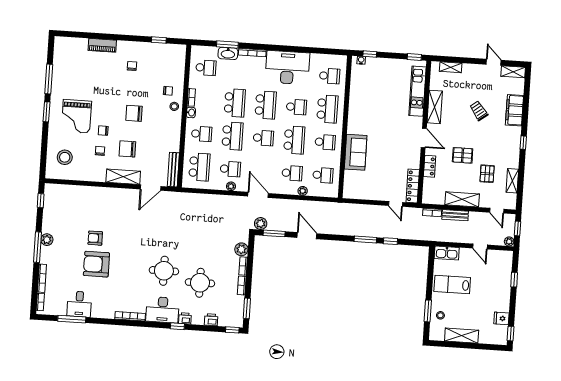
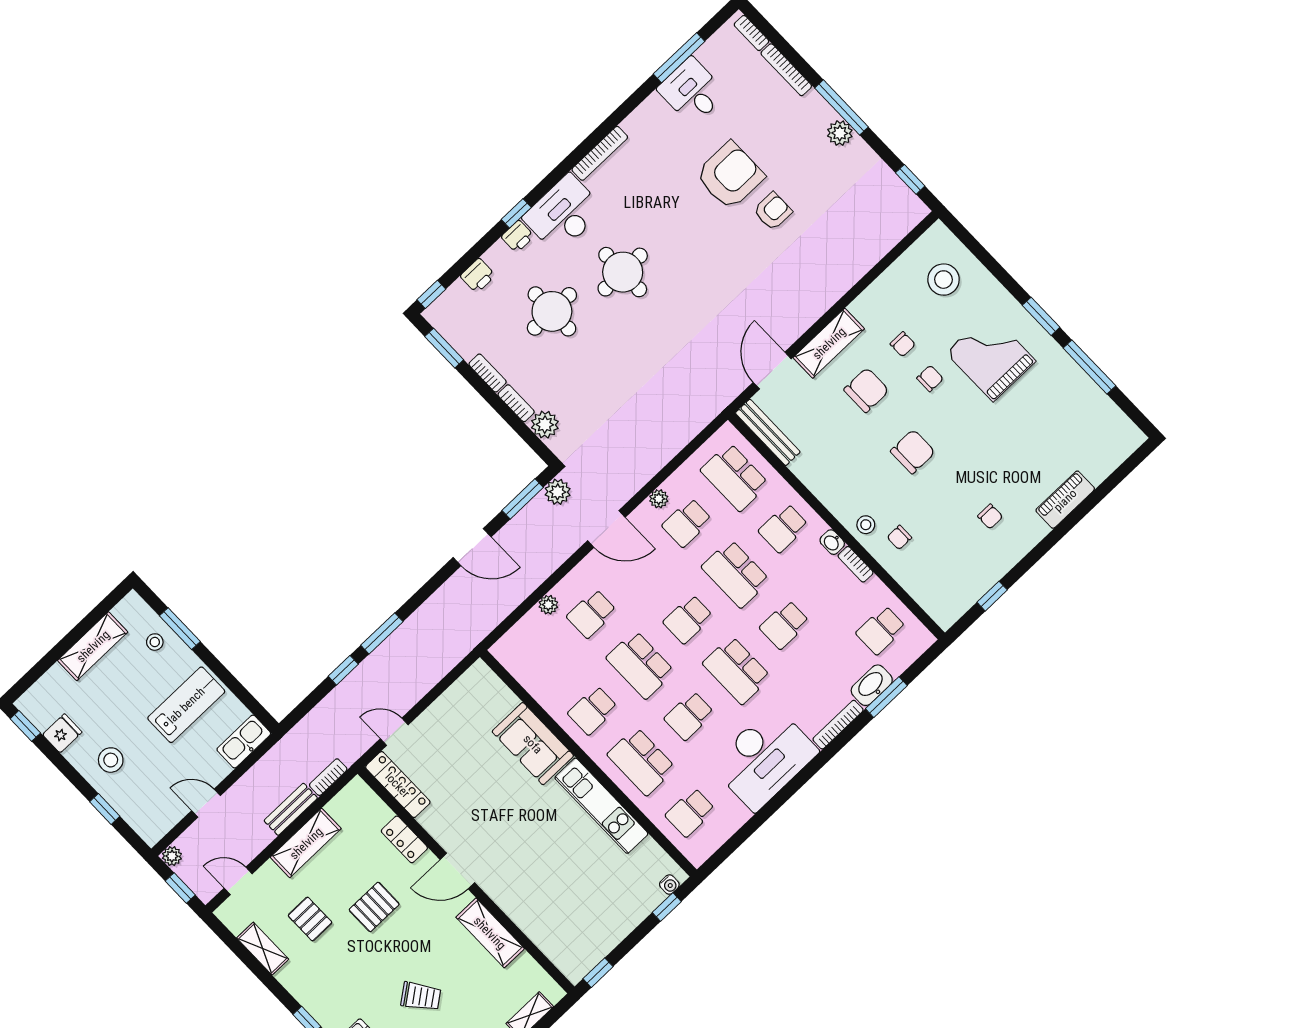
kitchen unit: (418, 91) -> (601, 806), moved, turned 180
school desk: (235, 103) -> (784, 625), width x0.54
school desk: (323, 175) -> (544, 659), removed
stool: (495, 293) -> (111, 760), added

